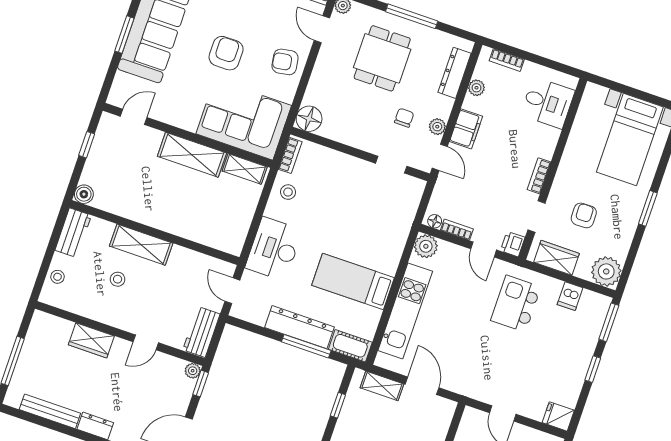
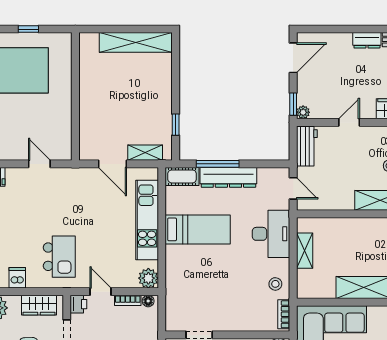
shelving: (245, 169) -> (305, 251), moved, turned 90

